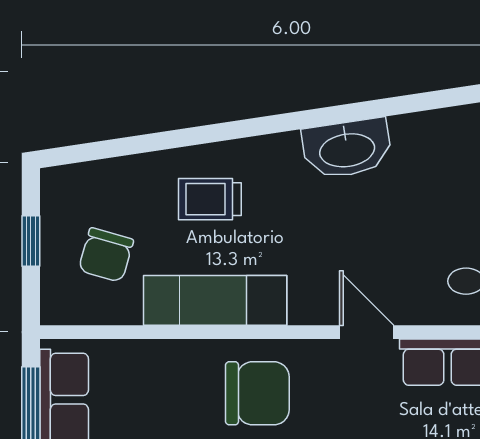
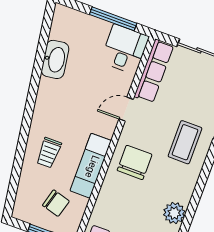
washbasin: (347, 149) -> (55, 59), moved

